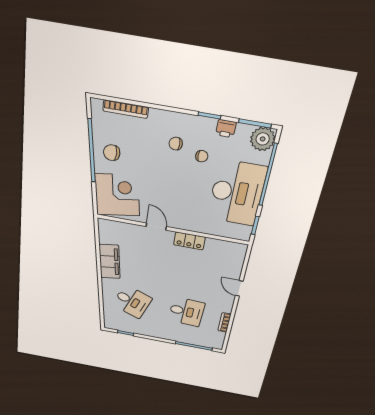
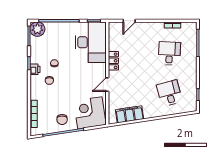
printer: (226, 129) -> (35, 69), moved
desk: (237, 193) -> (91, 42), moved, turned 90
filing cabinet: (110, 261) -> (130, 114), moved
door: (239, 288) -> (129, 21), moved
desk: (132, 302) -> (169, 93), turned -36

